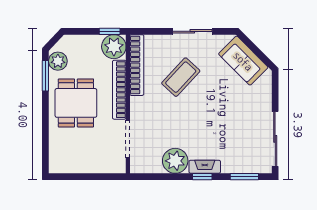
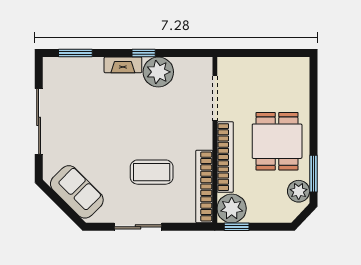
coffee table: (181, 77) -> (152, 172), turned 47
sliding door: (275, 139) -> (39, 121), moved
window: (202, 177) -> (144, 53), moved

